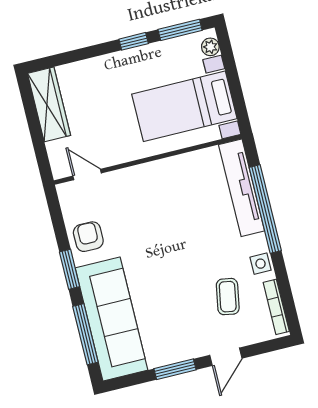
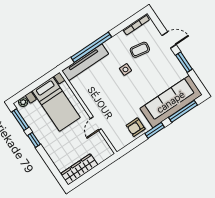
door: (87, 175) -> (96, 124), moved
side table: (261, 264) -> (125, 69), moved

